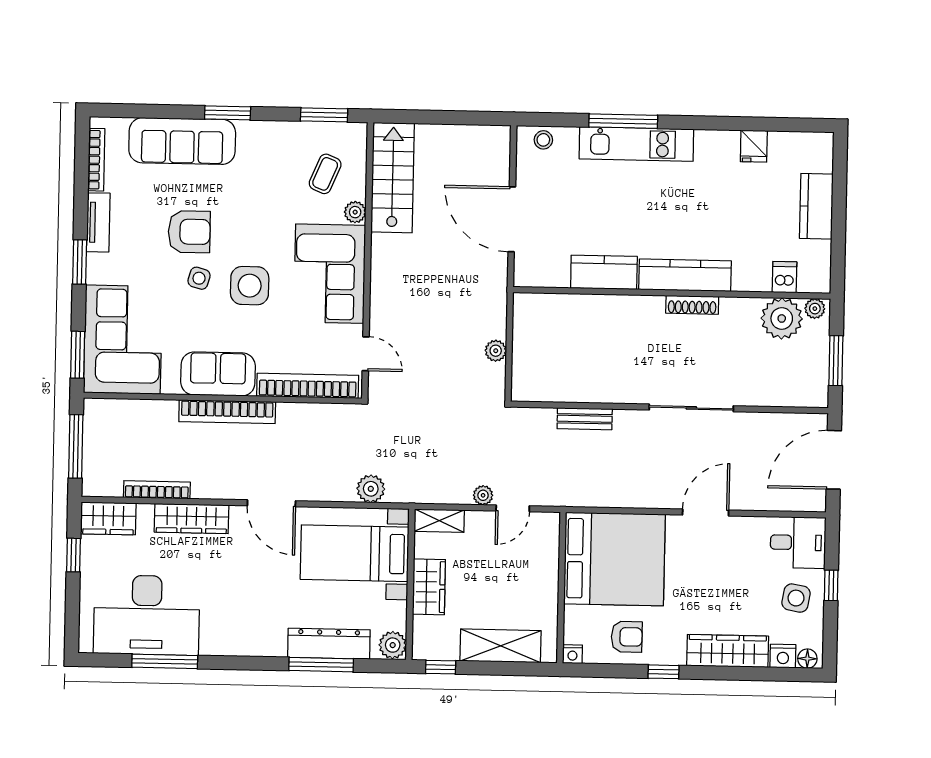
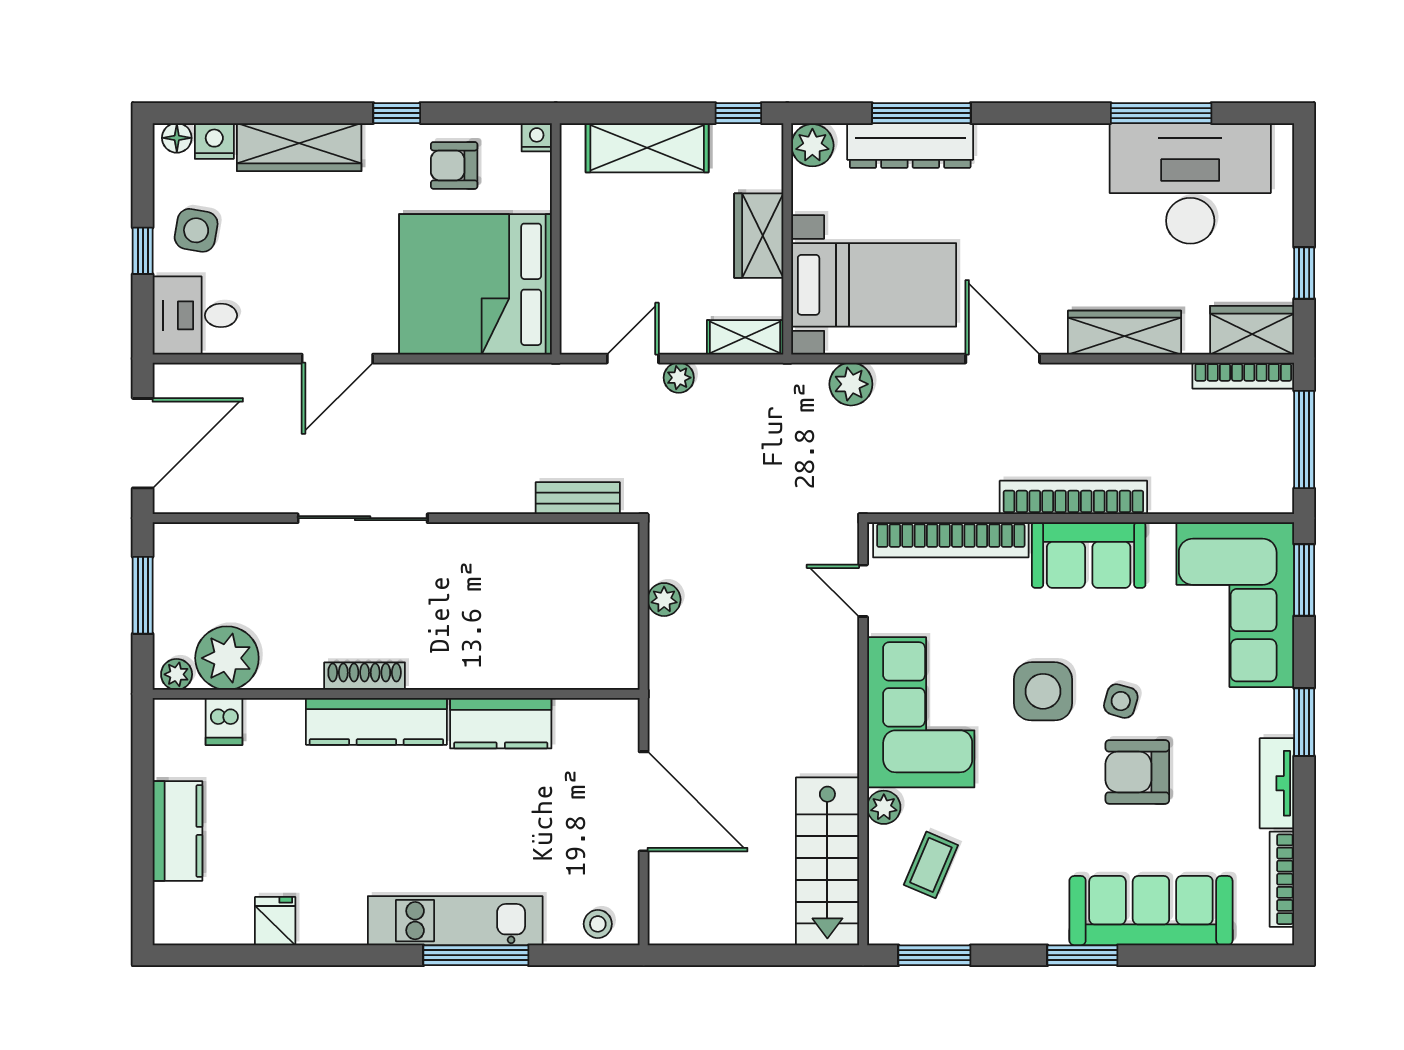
bench: (585, 419) -> (578, 498), moved
bookcase: (157, 490) -> (1243, 376), moved

